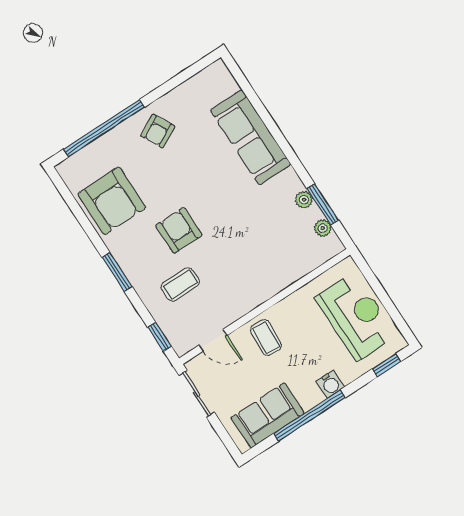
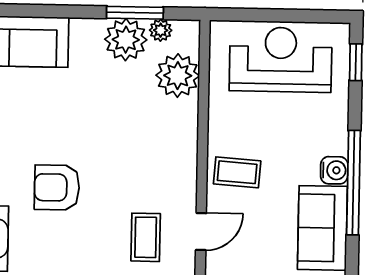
plant: (304, 200) -> (126, 40), width x1.88, depth x1.88
plant: (301, 258) -> (178, 76), added
coffee table: (180, 284) -> (146, 237), moved
water cooler: (330, 384) -> (334, 170), moved

